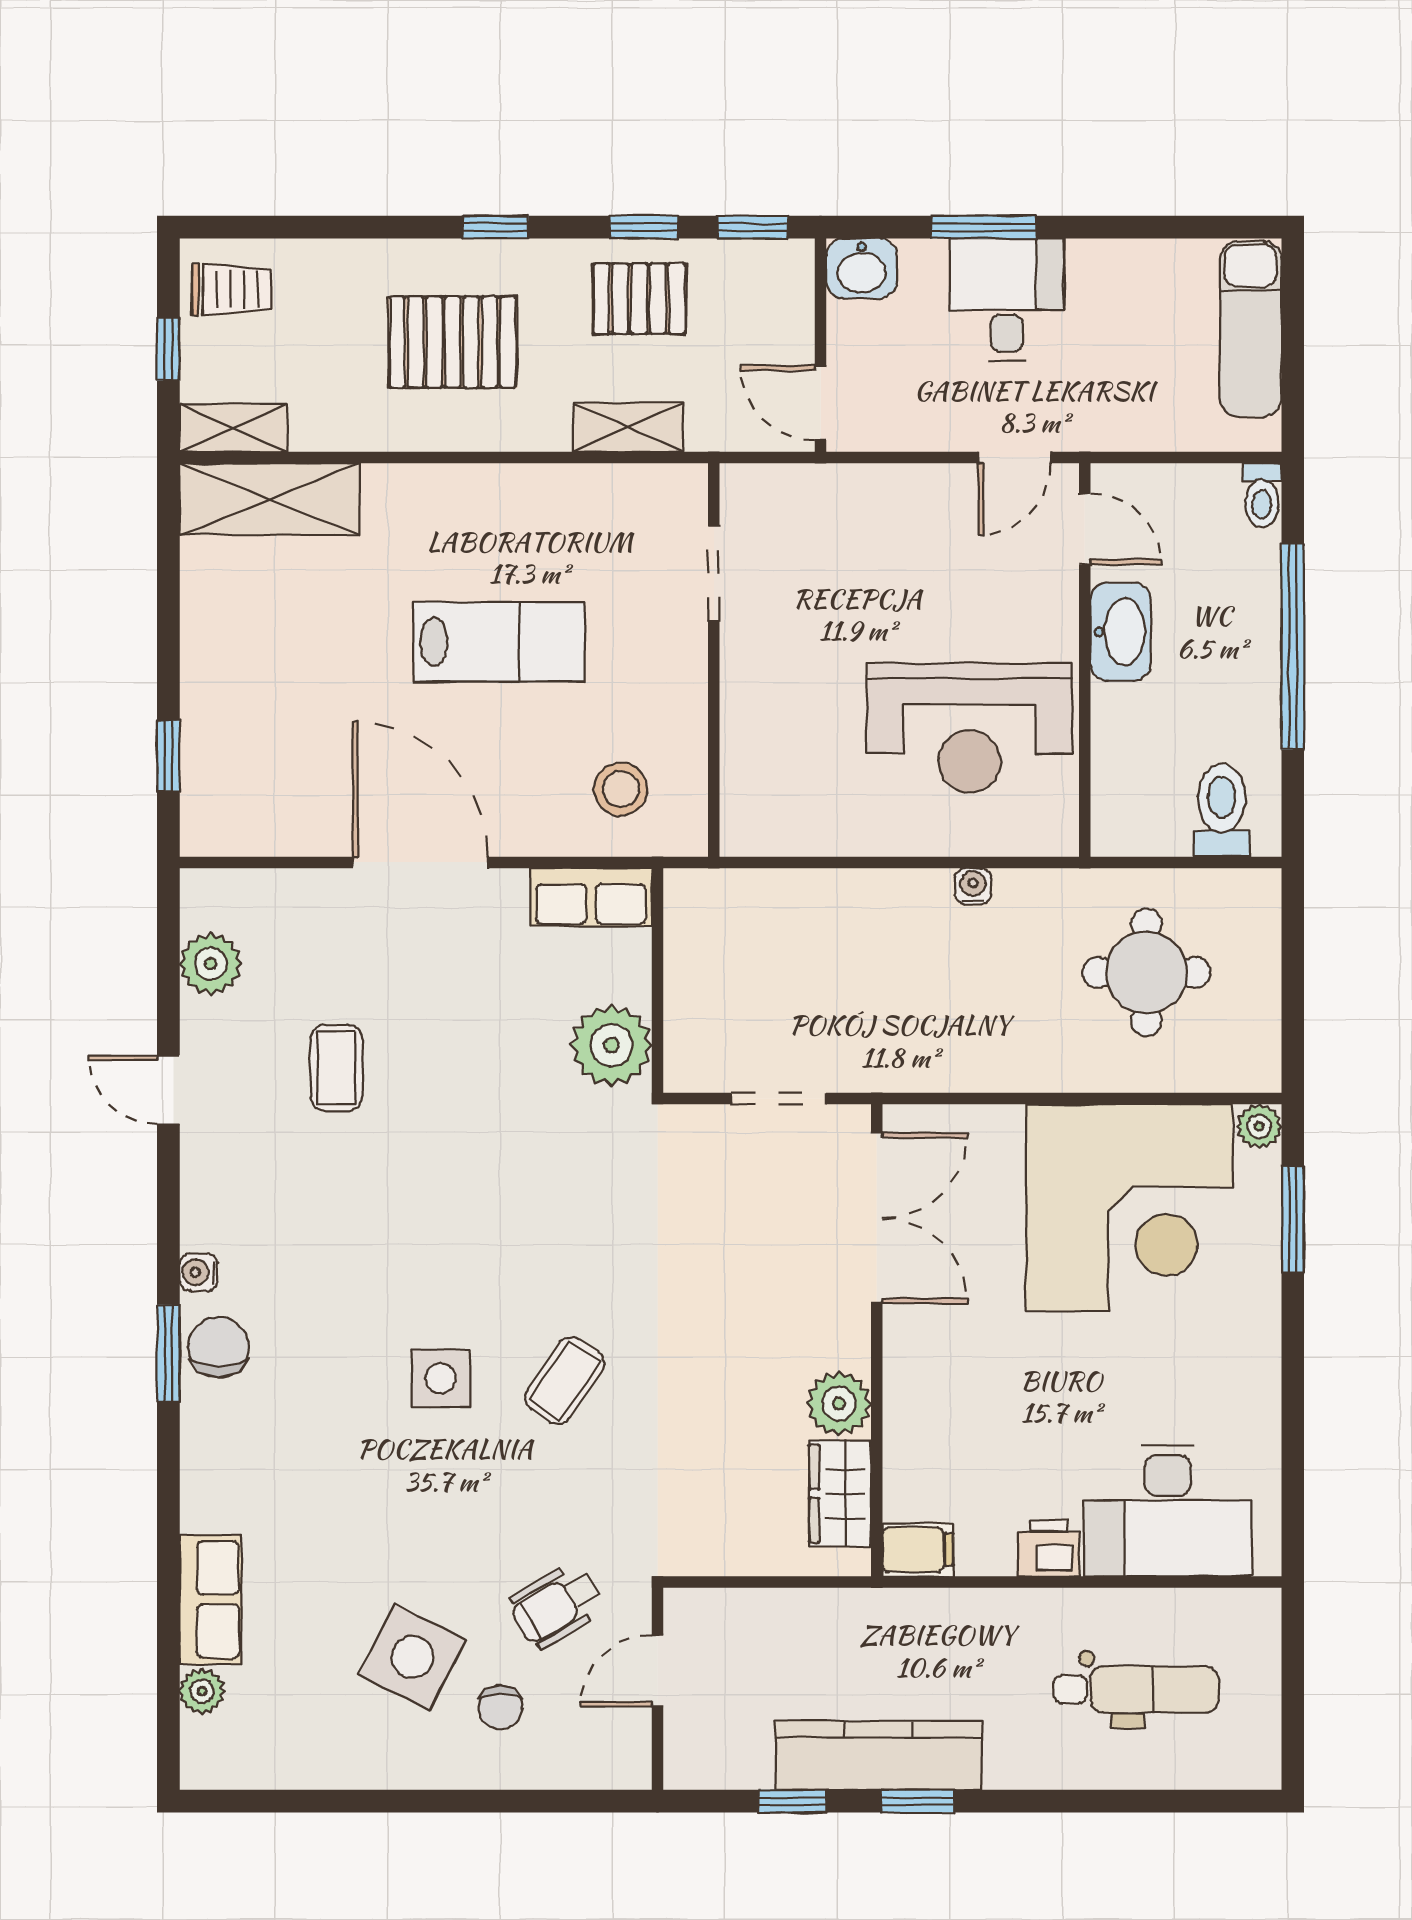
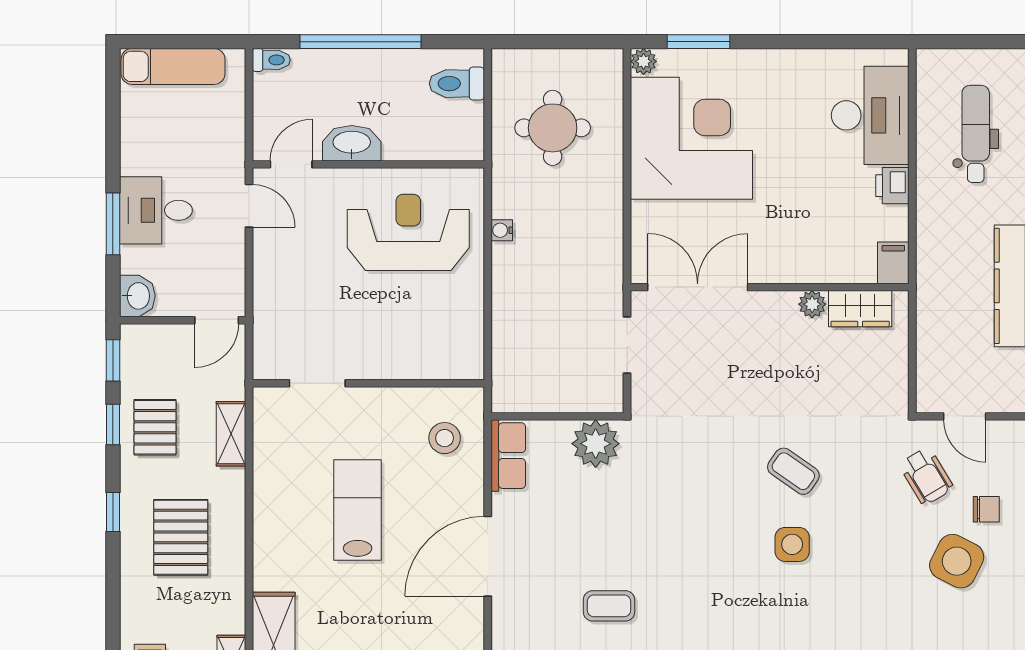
reception desk: (970, 728) -> (408, 232), turned -90
plant: (839, 1404) -> (812, 304), width x0.73, depth x0.73

